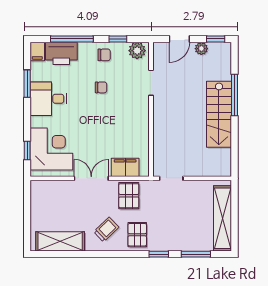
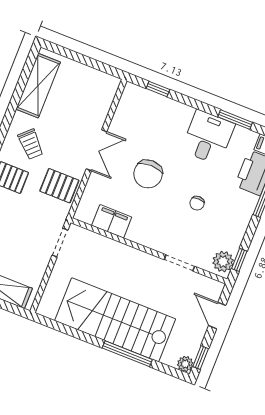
window: (118, 39) -> (239, 260), moved
plant: (201, 49) -> (185, 364), moved
chair: (104, 55) -> (148, 174), moved, width x1.87, depth x1.87
stairs: (219, 114) -> (115, 320), width x1.36, depth x1.51
corner desk: (51, 149) -> (149, 118), removed
filing cabinet: (125, 167) -> (112, 221), moved, turned -90

